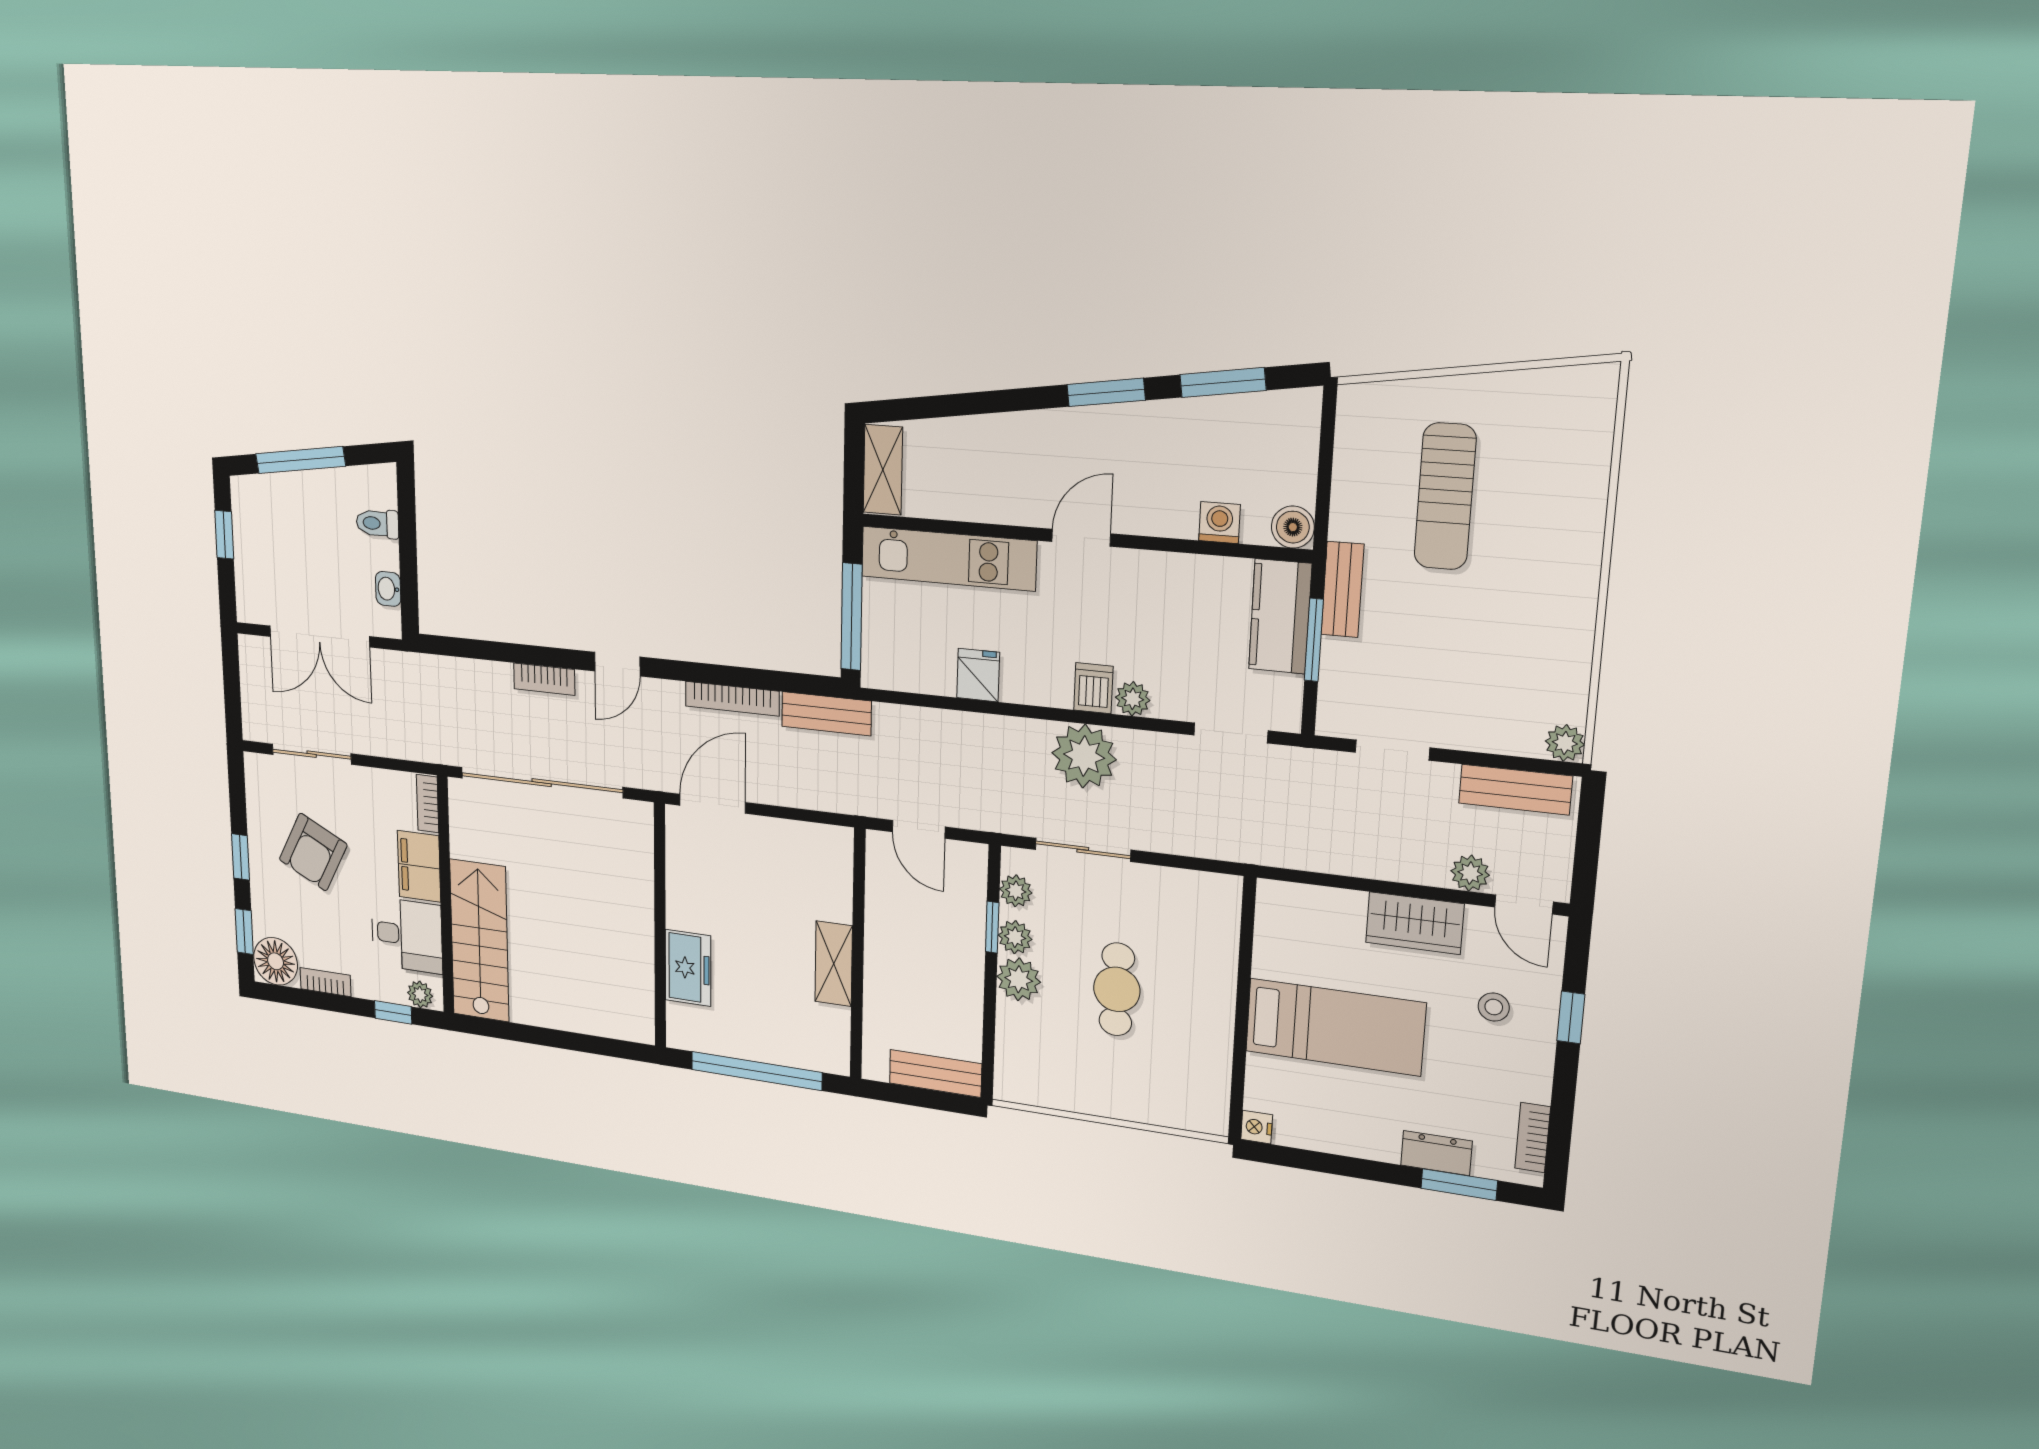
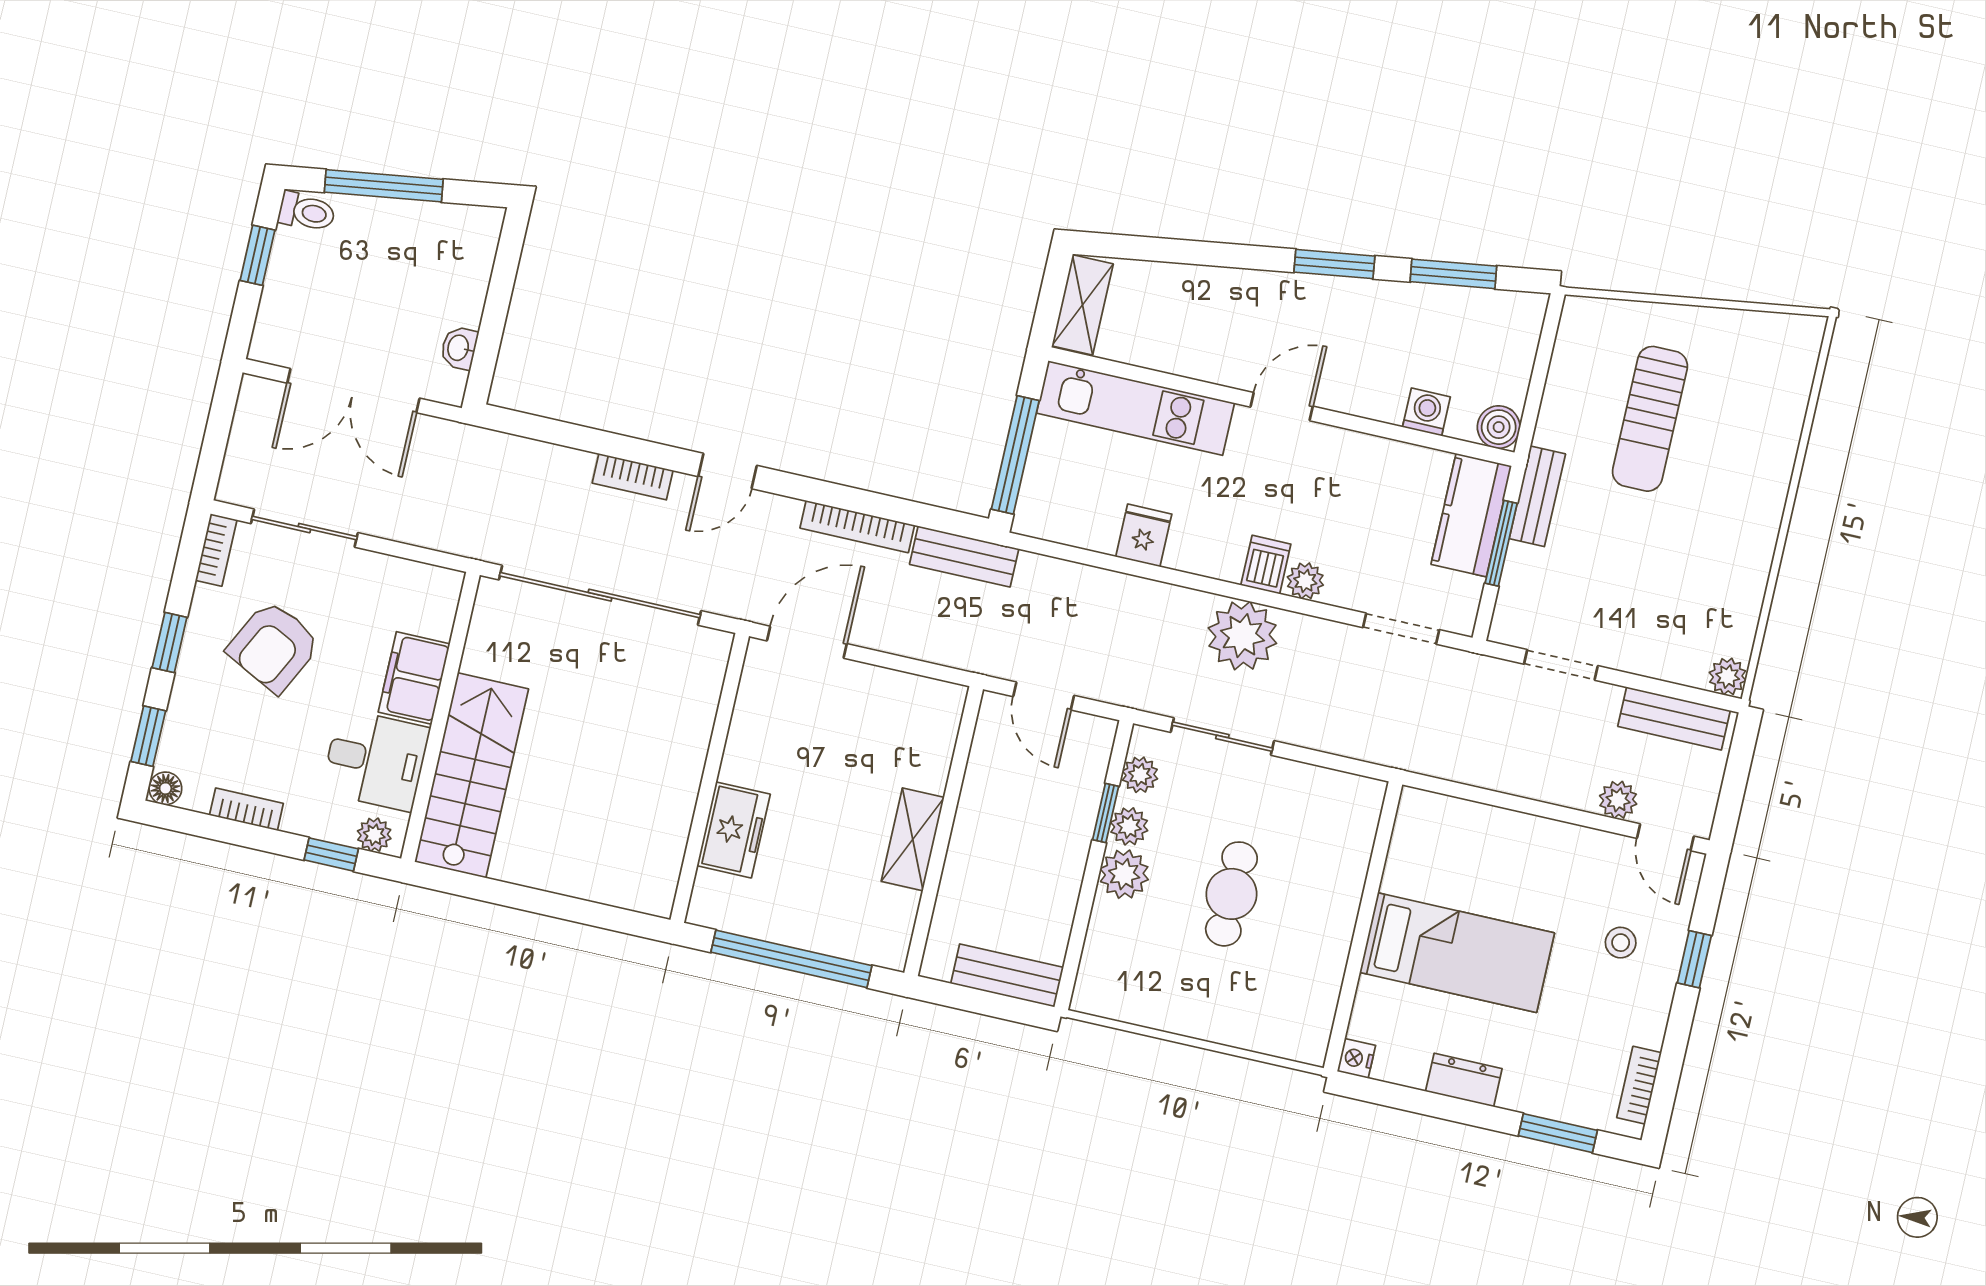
toilet: (377, 523) -> (307, 212), moved, turned 180
bookcase: (428, 804) -> (216, 550), moved, turned 180
wardrobe: (1415, 923) -> (1555, 847), removed
floor lamp: (276, 961) -> (165, 788), width x0.53, depth x0.53
dresser: (1436, 1153) -> (1464, 1080), moved

